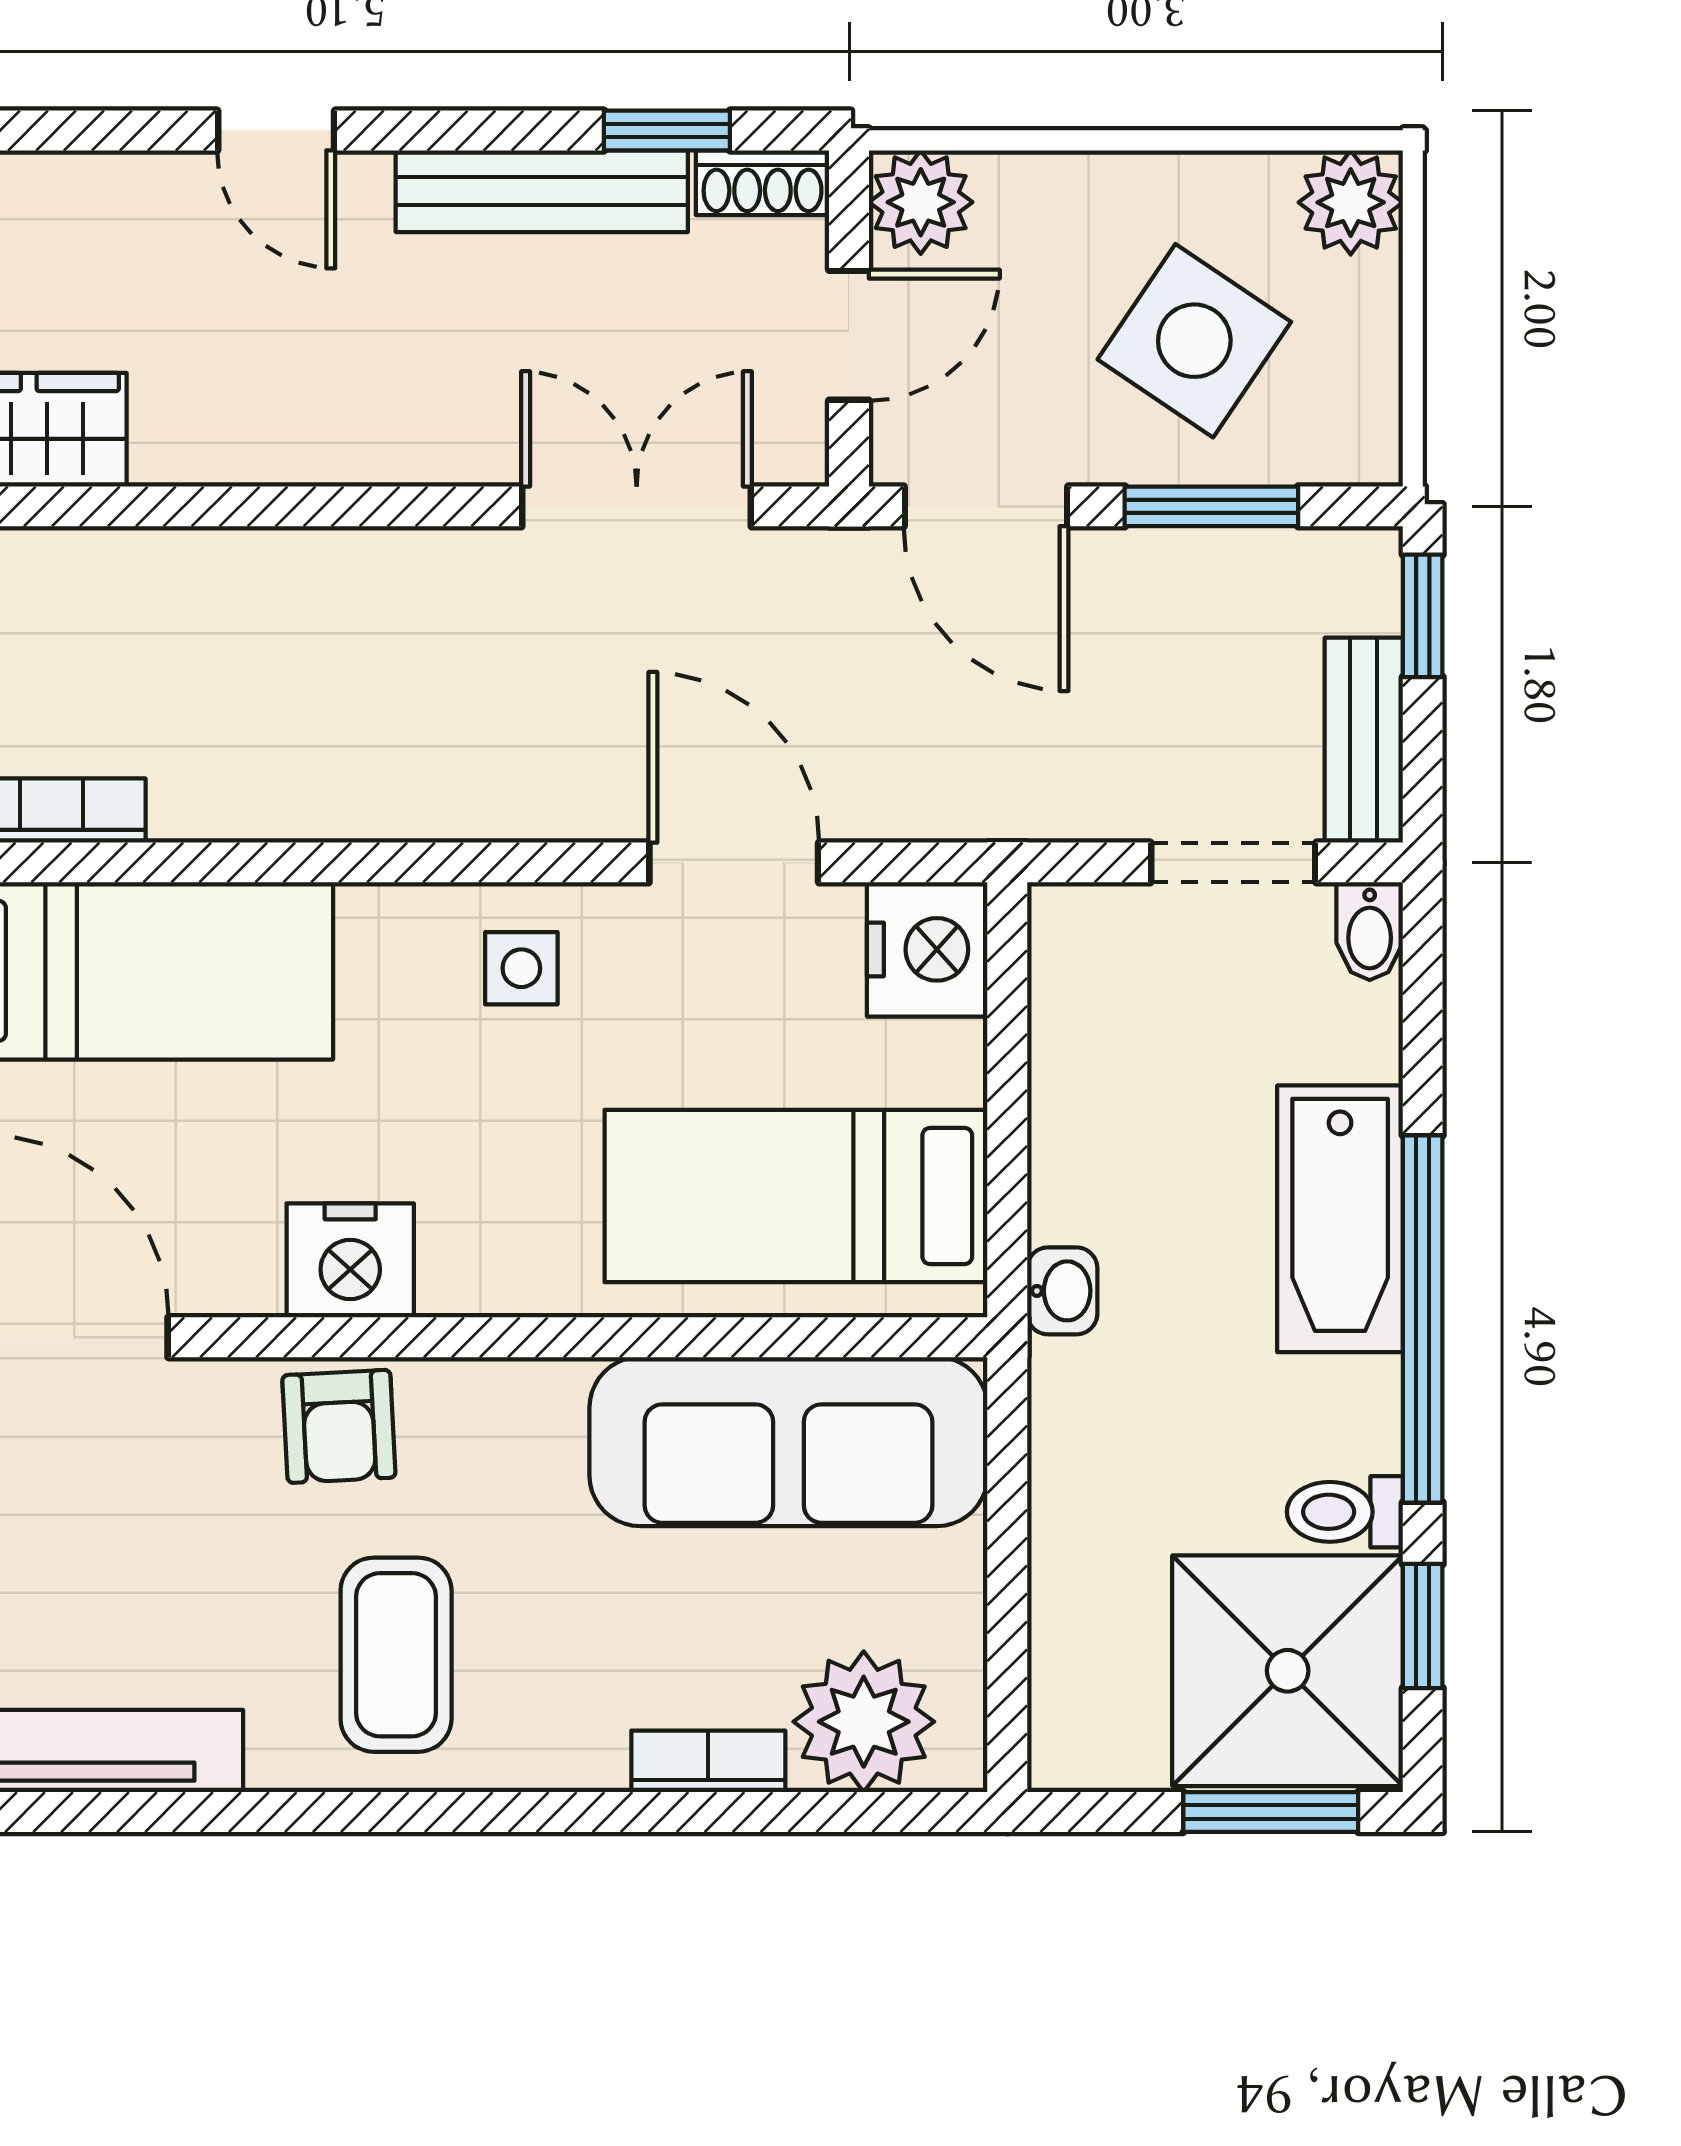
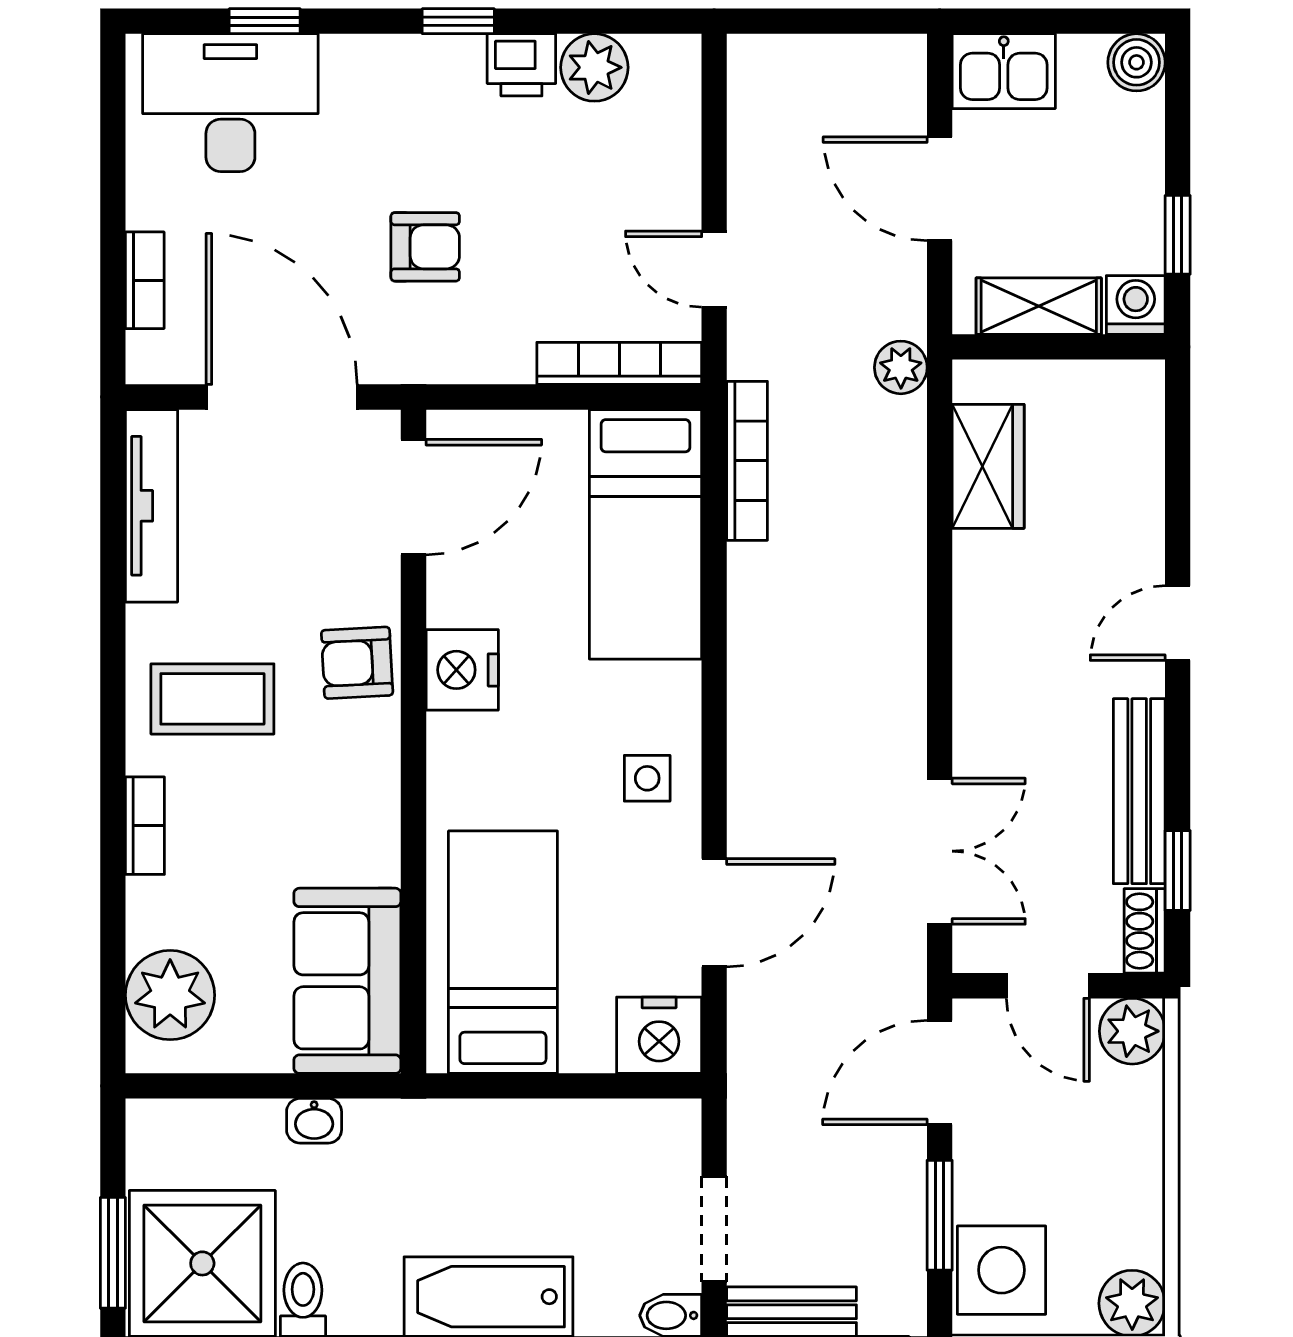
side table: (1194, 341) -> (1002, 1270), moved, turned -34
washbasin: (1062, 1291) -> (314, 1121), moved
sofa: (788, 1442) -> (347, 981), width x0.73
bookcase: (708, 1761) -> (145, 826), moved

